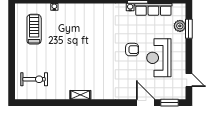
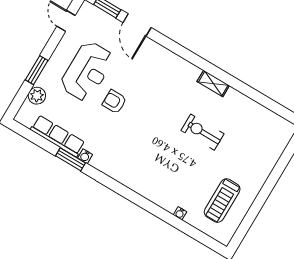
window: (189, 29) -> (37, 70), moved
exercise bike: (34, 79) -> (202, 132), moved

